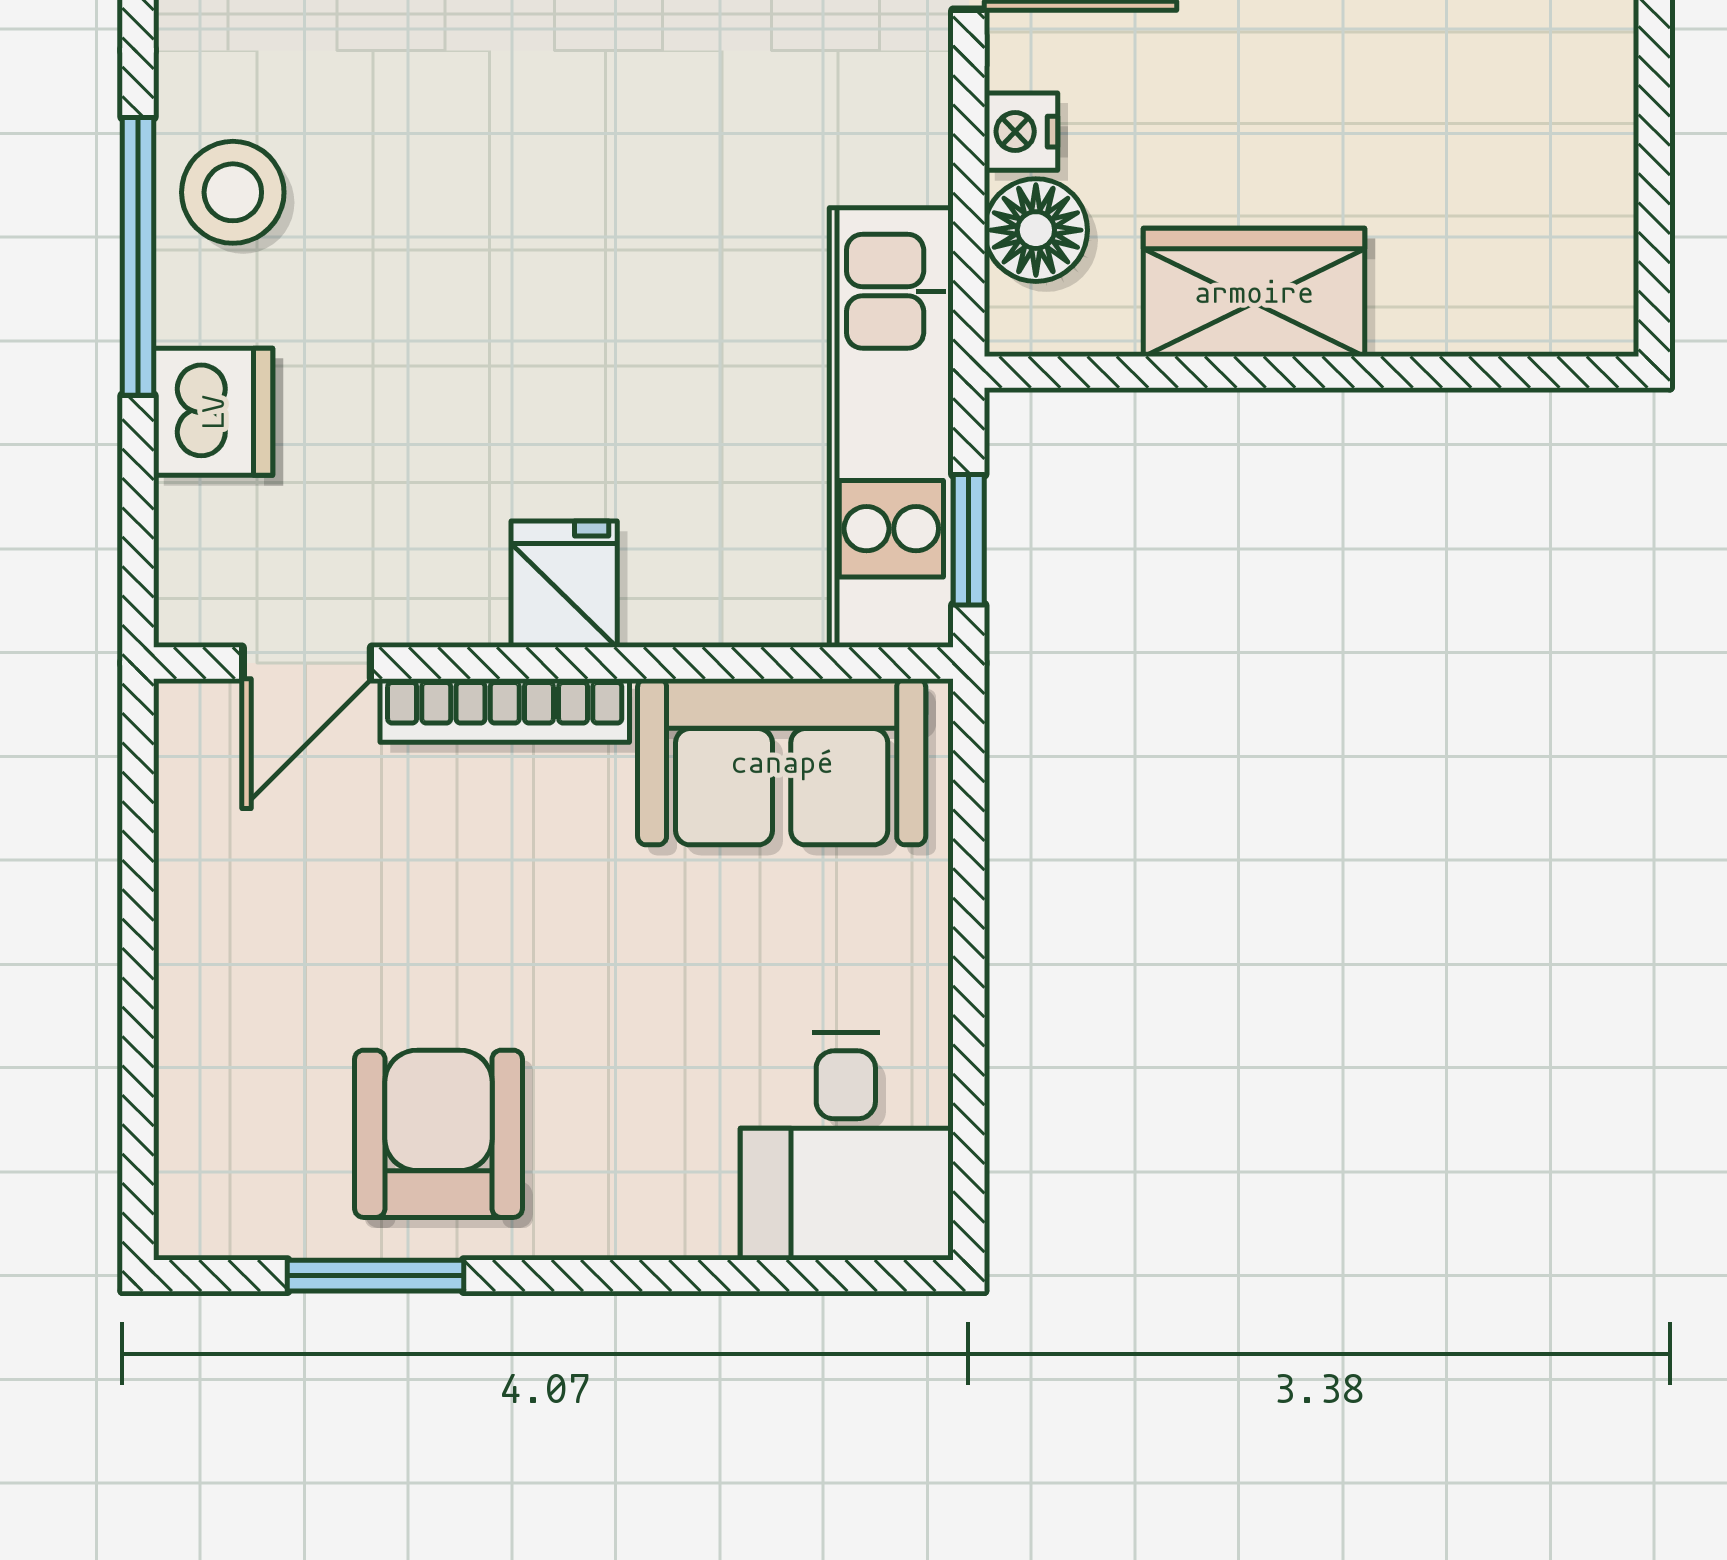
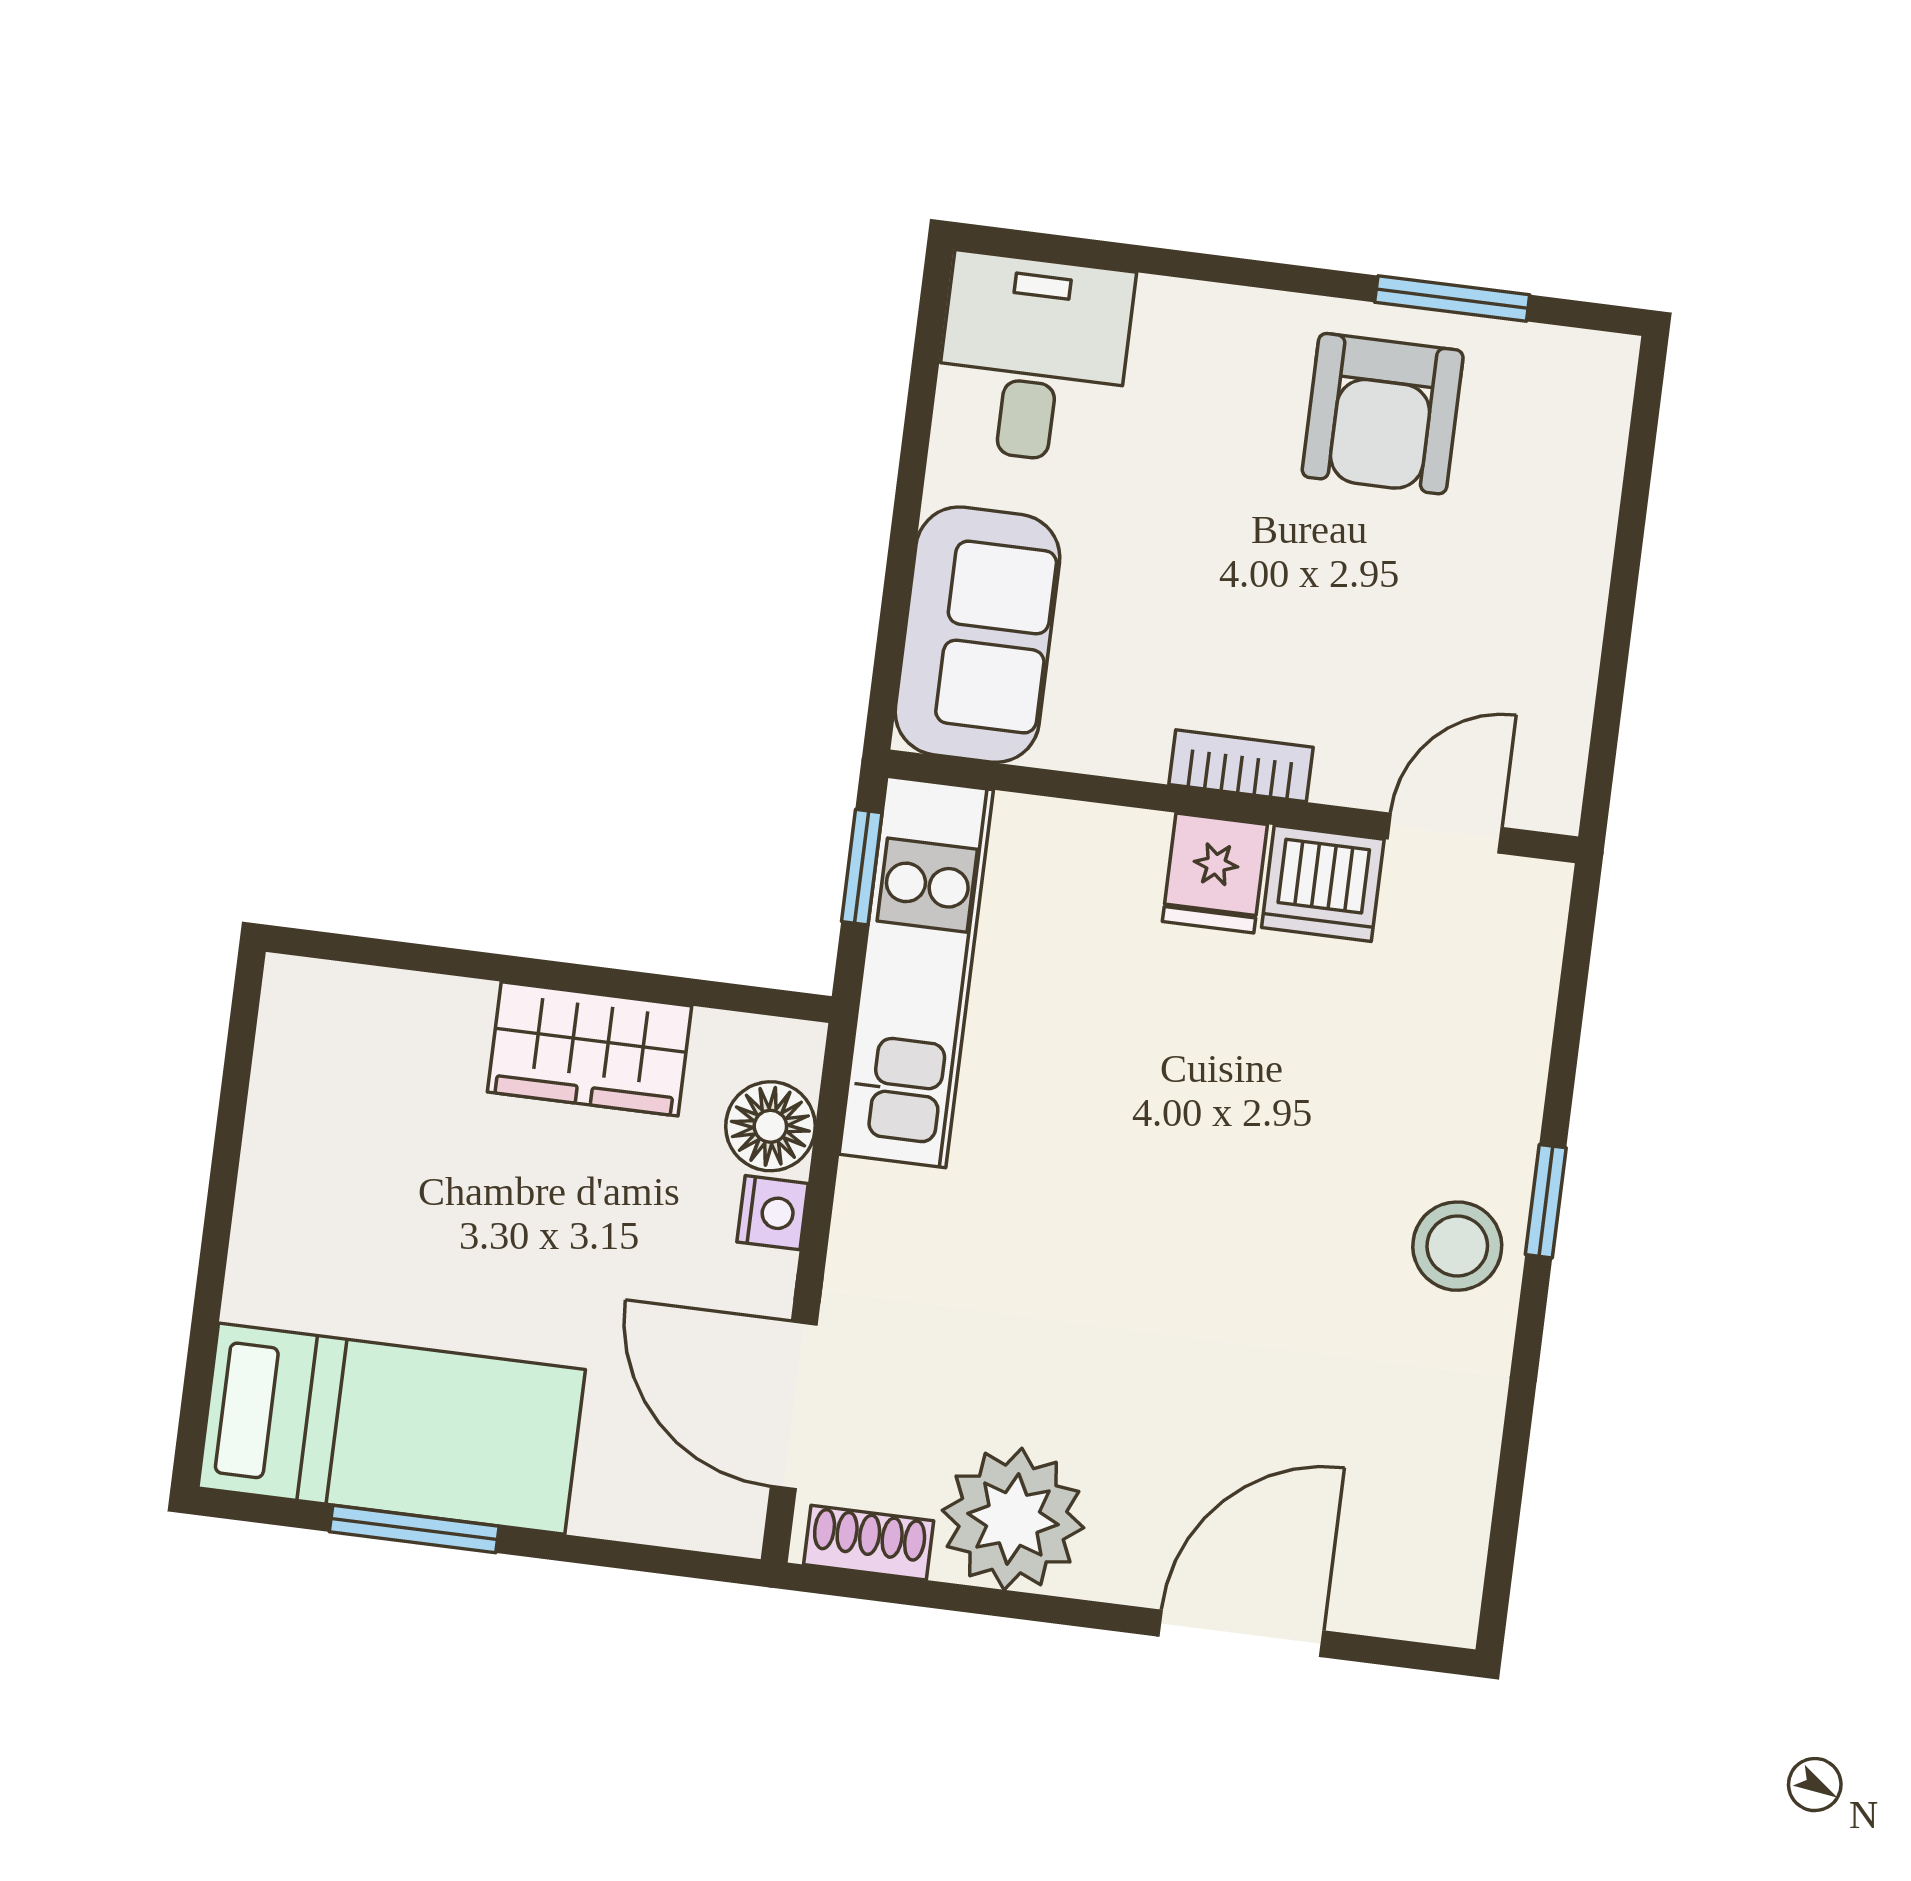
window: (138, 256) -> (1546, 1201), width x0.46
dishwasher: (213, 412) -> (1323, 883), moved, turned -90
bookcase: (505, 710) -> (1241, 766), width x0.64
sofa: (782, 762) -> (978, 635), moved, turned 90

